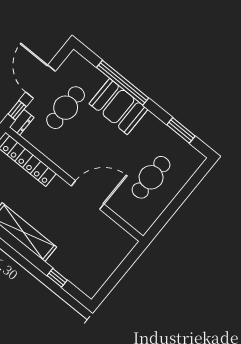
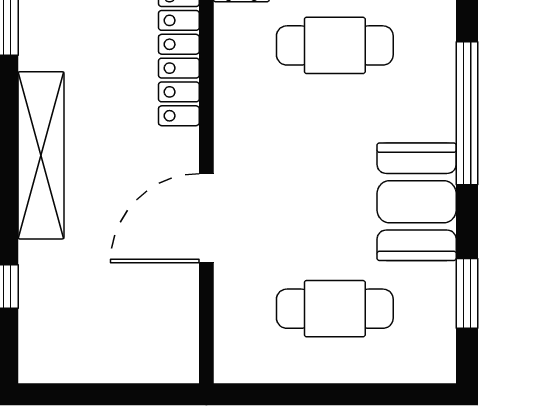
booth: (118, 107) -> (417, 202), moved
door: (88, 195) -> (206, 218), swing flipped

